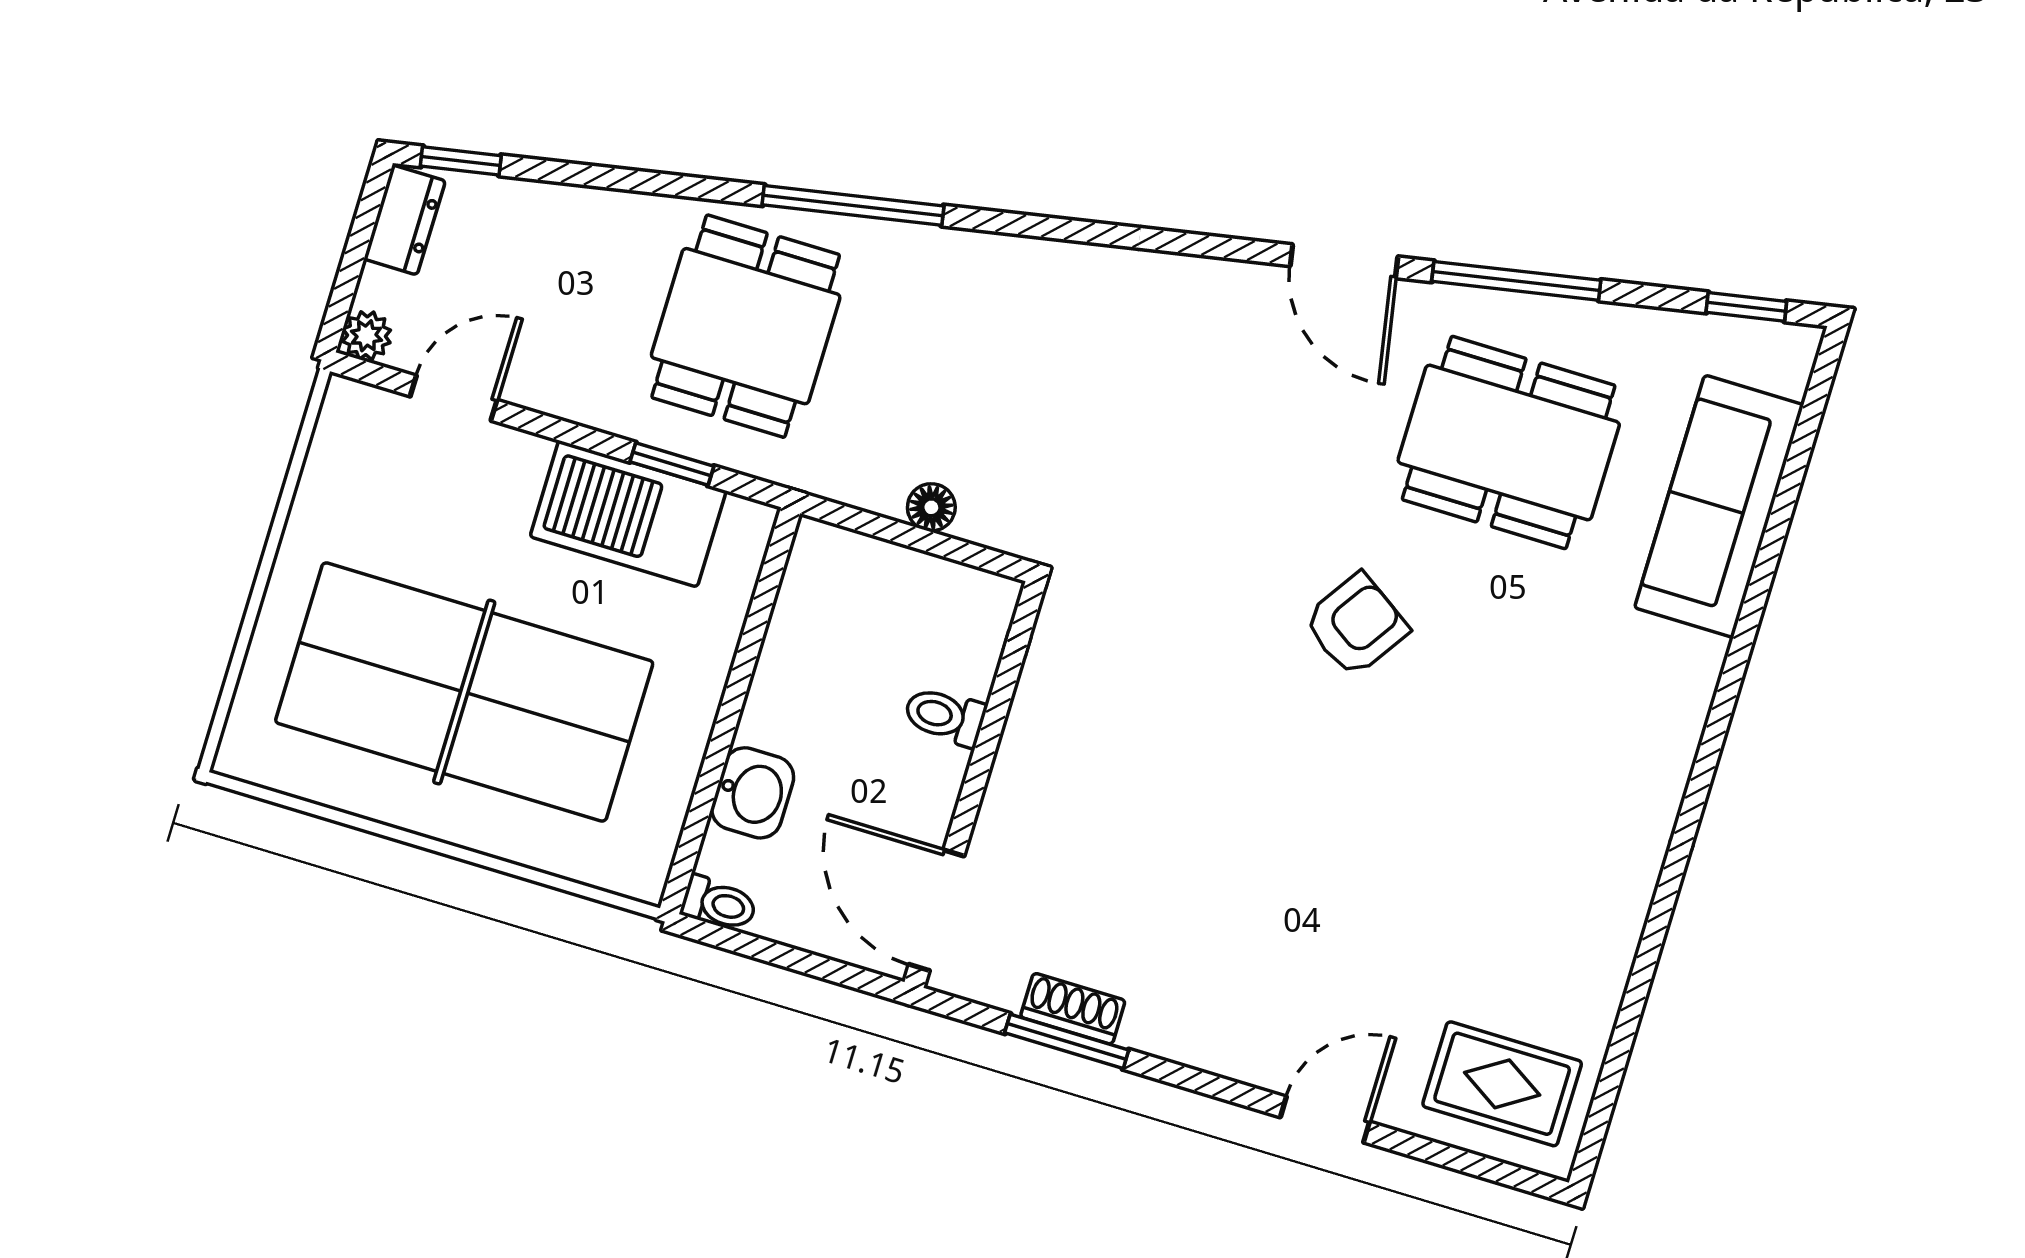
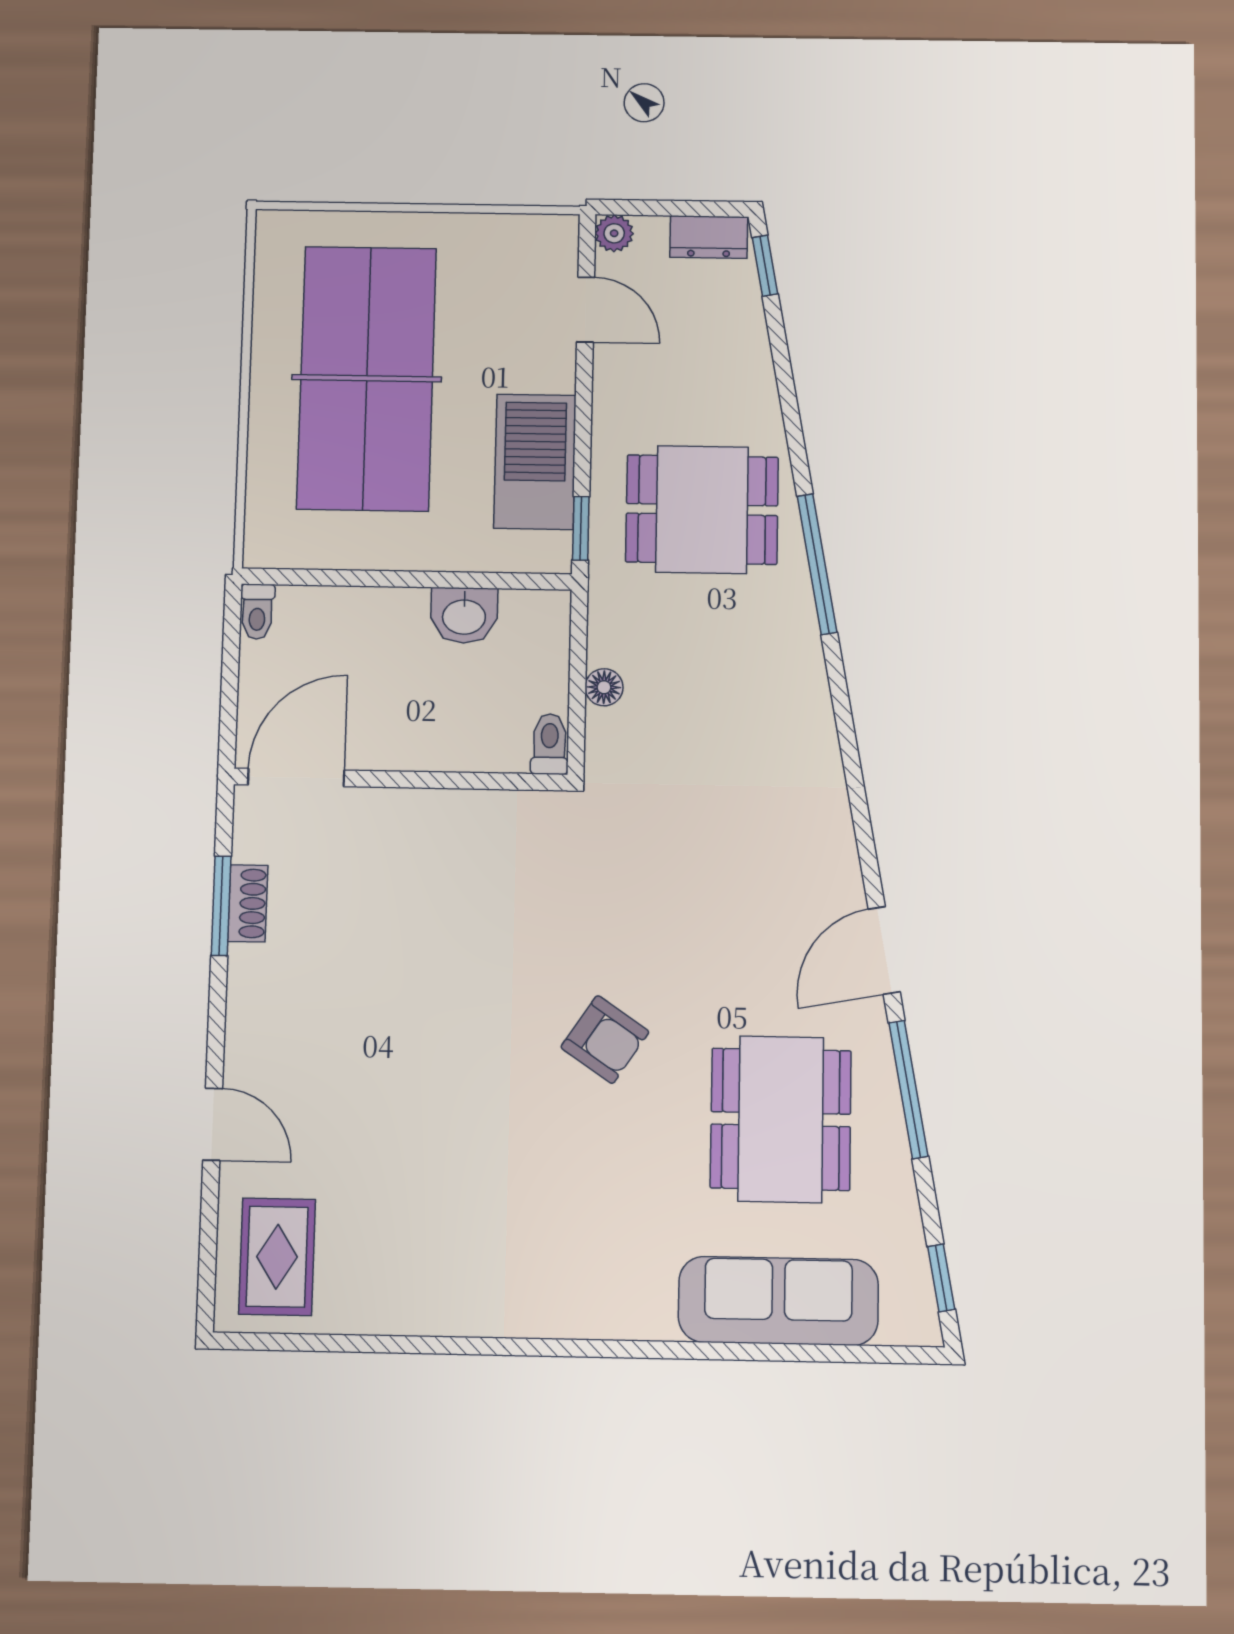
window: (672, 464) -> (581, 528), moved
toilet: (945, 716) -> (550, 744), moved
washbasin: (753, 793) -> (464, 615), moved

